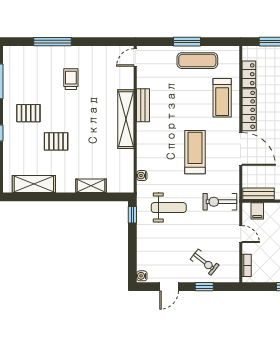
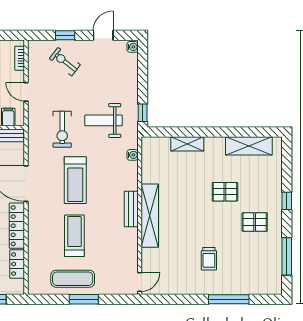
treadmill: (222, 98) -> (74, 236), moved
bench: (143, 105) -> (131, 209), moved
exercise bike: (220, 202) -> (62, 129), moved, turned 90

